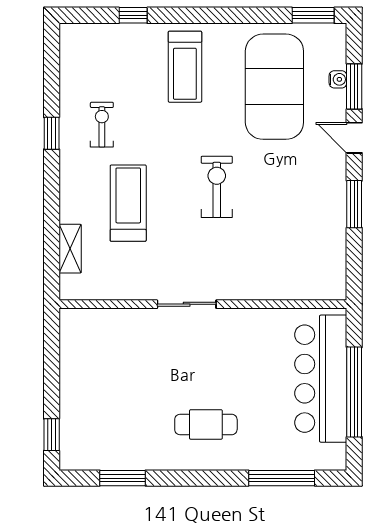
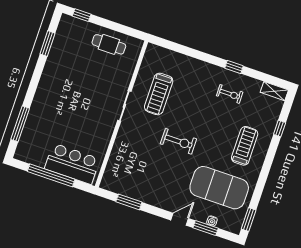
treadmill: (185, 67) -> (245, 146), turned 90
treadmill: (128, 203) -> (159, 94), moved, turned 90
window: (354, 204) -> (129, 202), moved
shelving: (70, 249) -> (274, 91), moved
bar counter: (321, 379) -> (72, 164), width x0.73
cafe table: (206, 424) -> (109, 44), moved, turned 90

